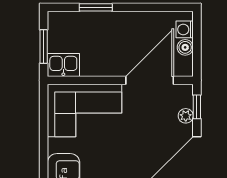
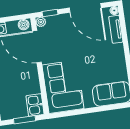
boiler: (185, 47) -> (24, 25), moved
plant: (186, 116) -> (41, 22), moved

